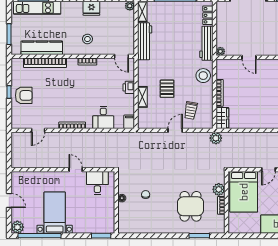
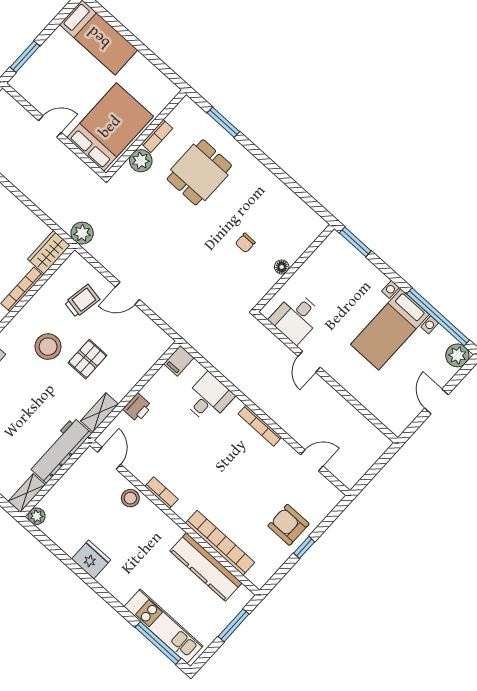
stool: (87, 39) -> (130, 498), moved
stool: (203, 76) -> (48, 347), moved
shelving: (142, 97) -> (100, 413), moved

